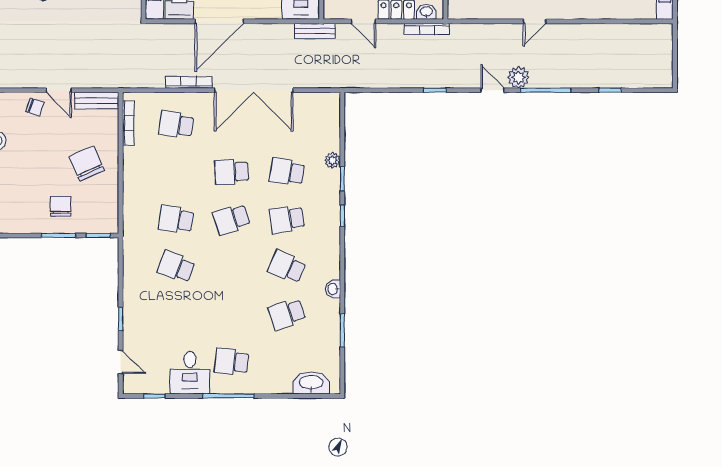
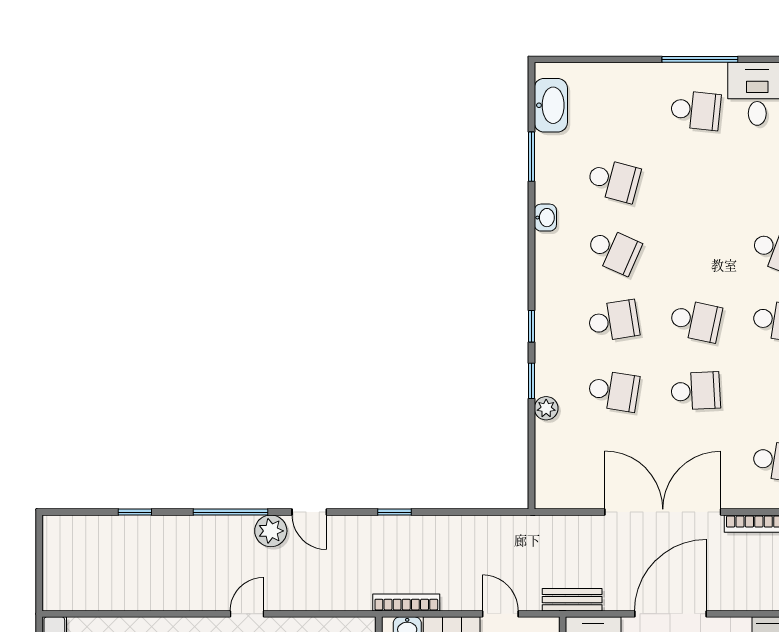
door: (219, 21) -> (670, 614), moved
school desk: (231, 219) -> (696, 321), turned 30
school desk: (287, 314) -> (614, 180), turned 33
washbasin: (311, 383) -> (551, 105), moved, turned -90

